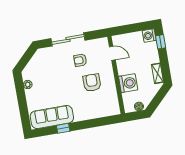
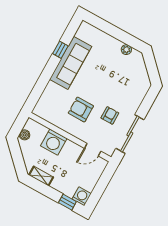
sliding door: (68, 39) -> (130, 134), moved
armchair: (92, 83) -> (81, 110), turned 180
sofa: (52, 117) -> (71, 63), moved

